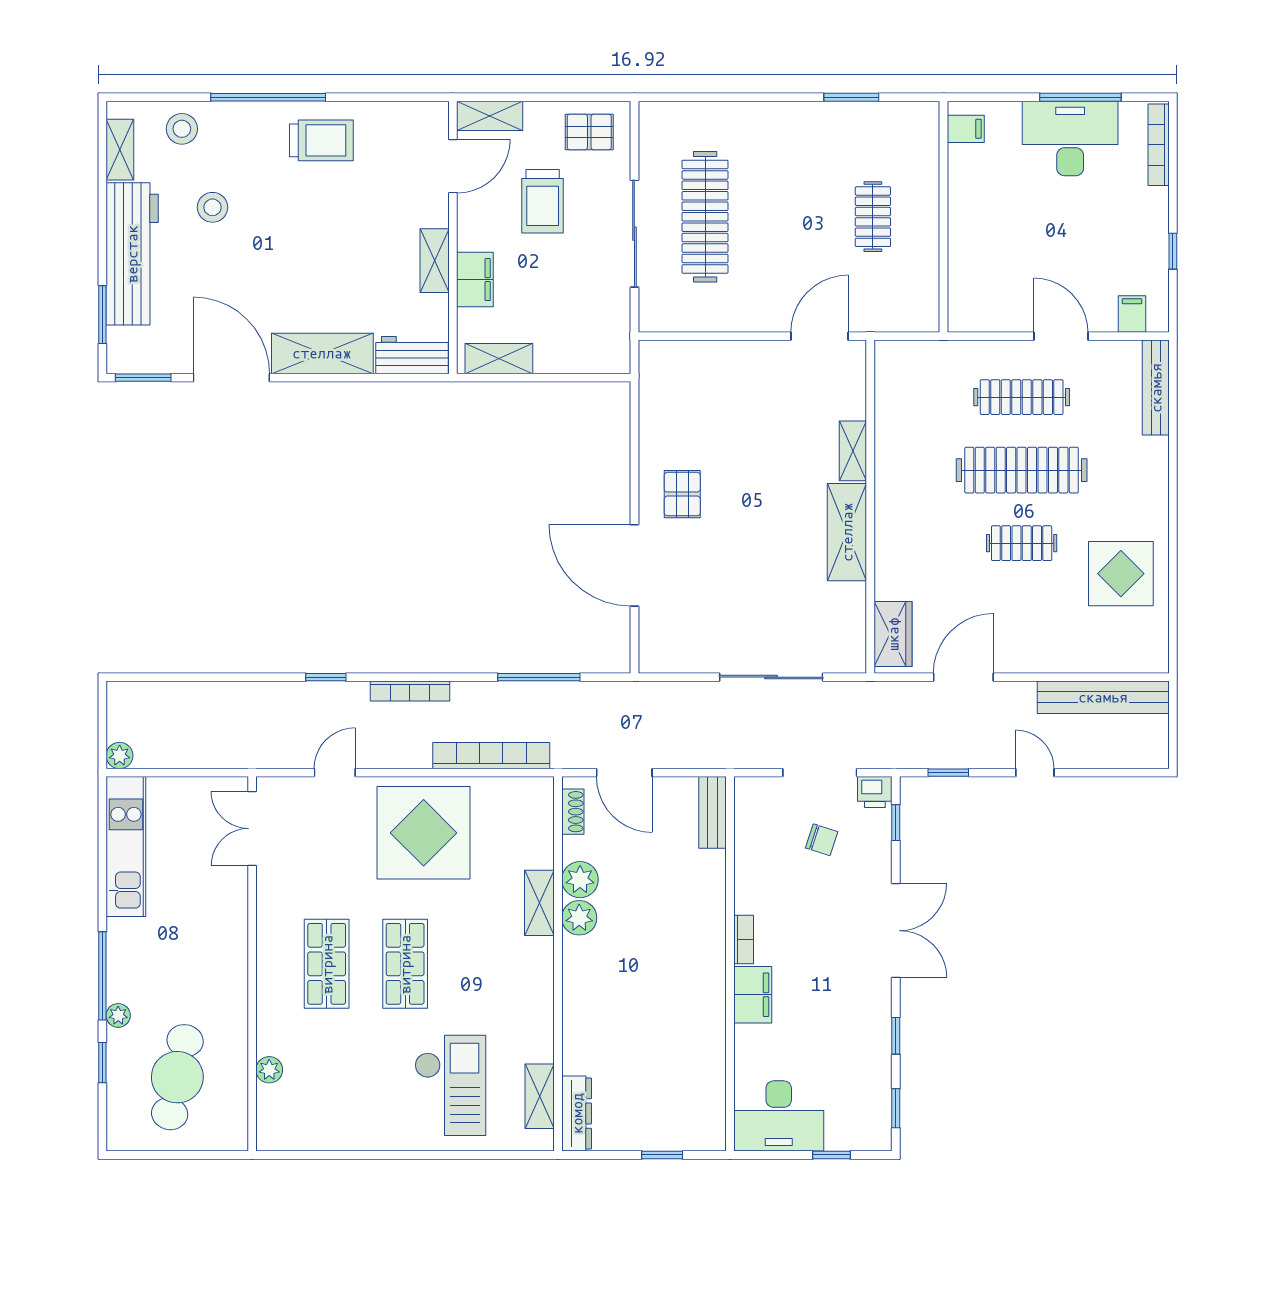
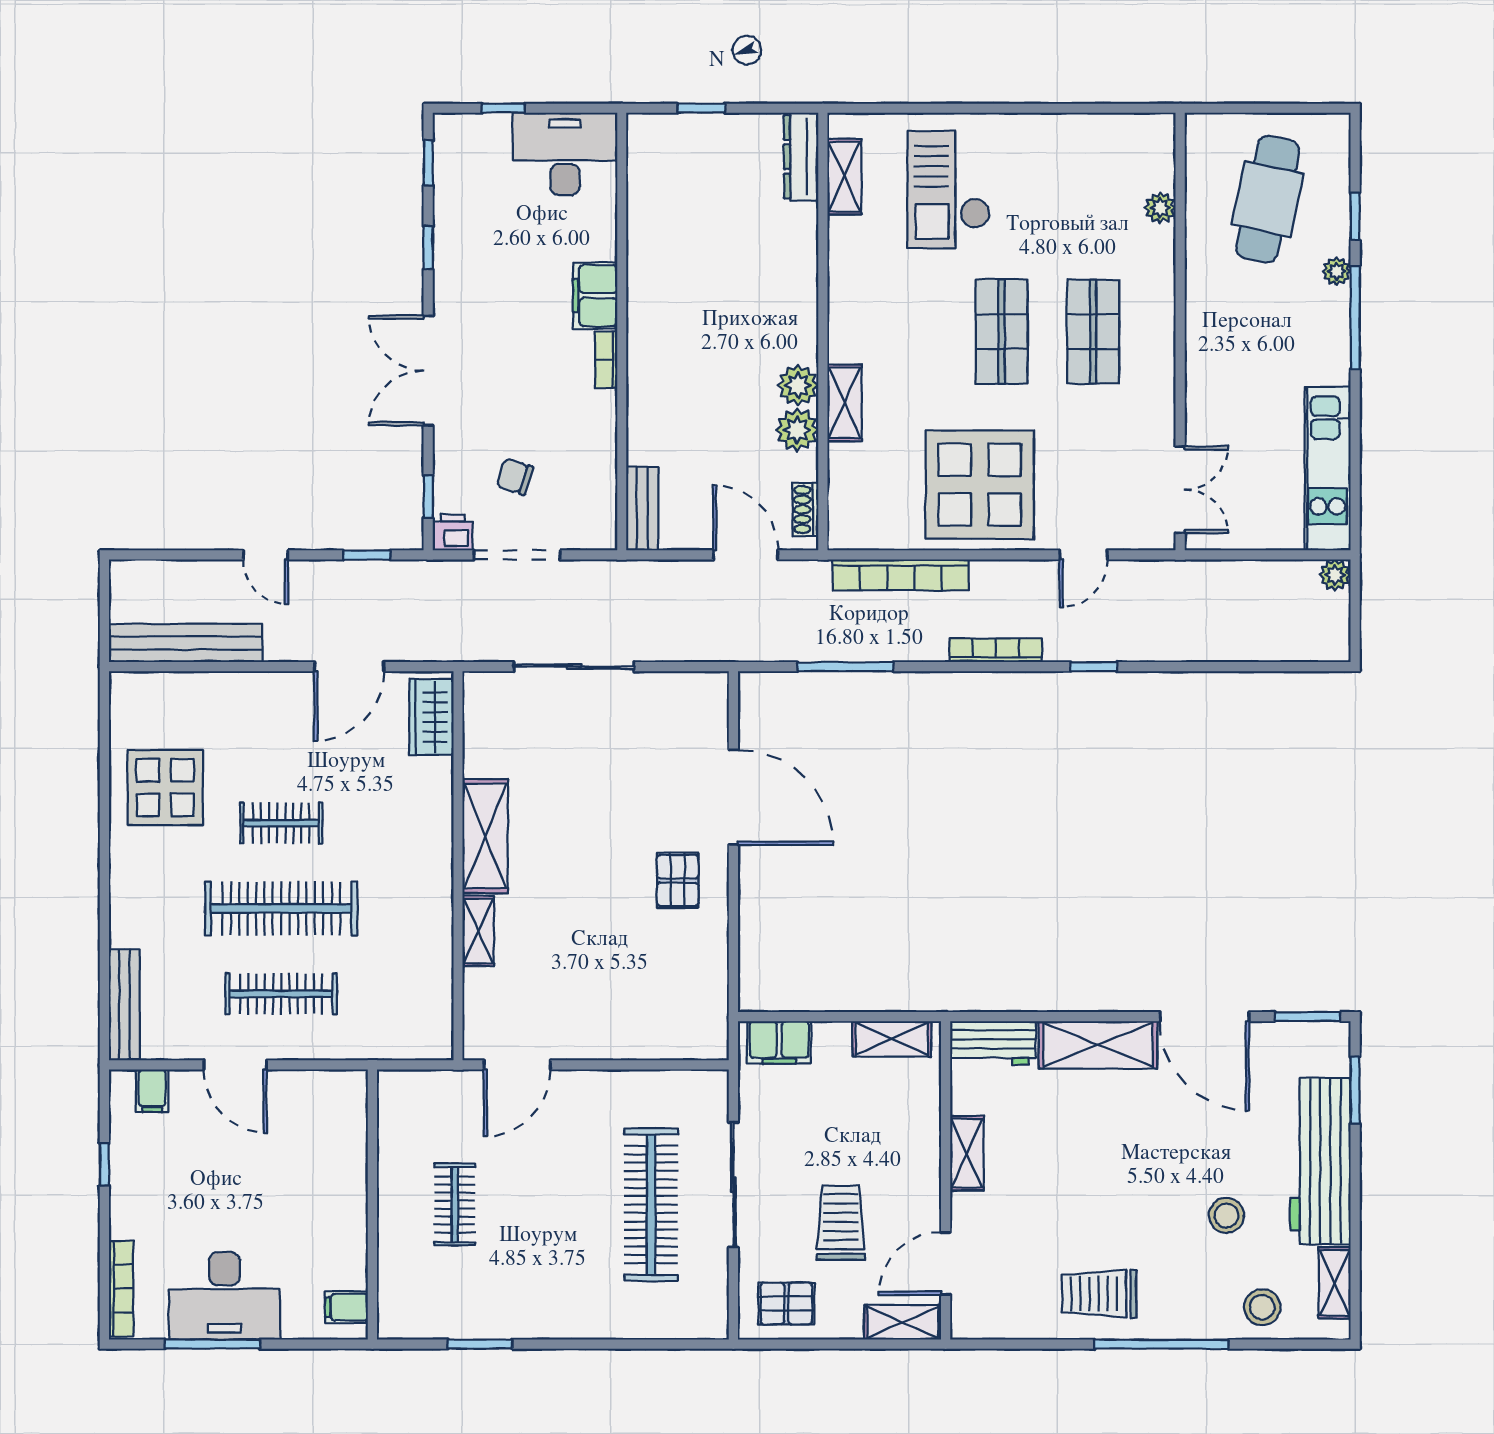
filing cabinet: (475, 280) -> (779, 1042), moved, turned -90

